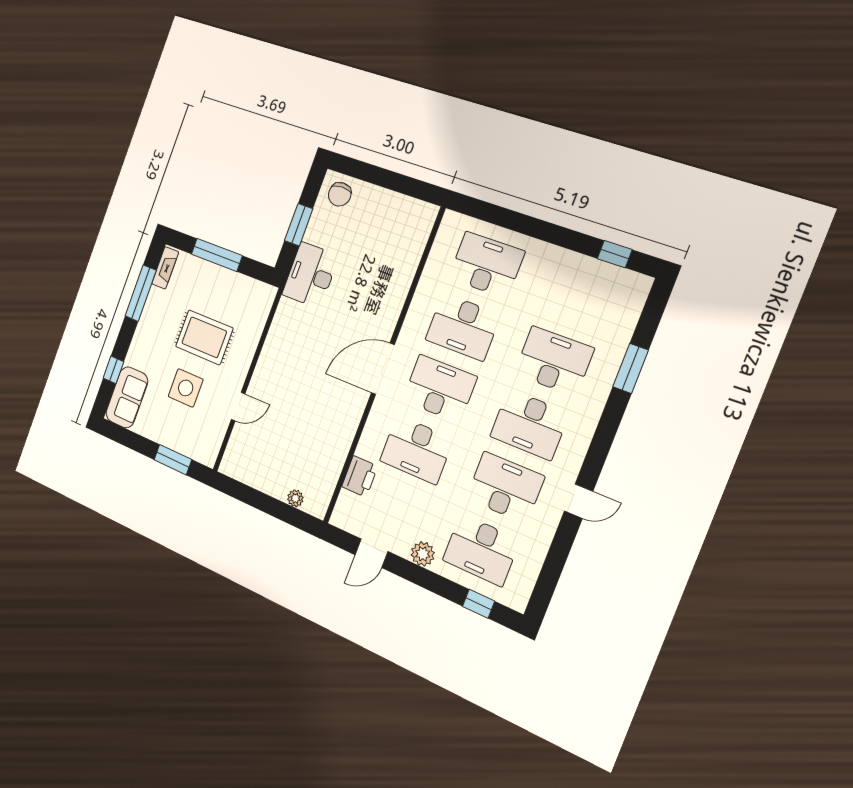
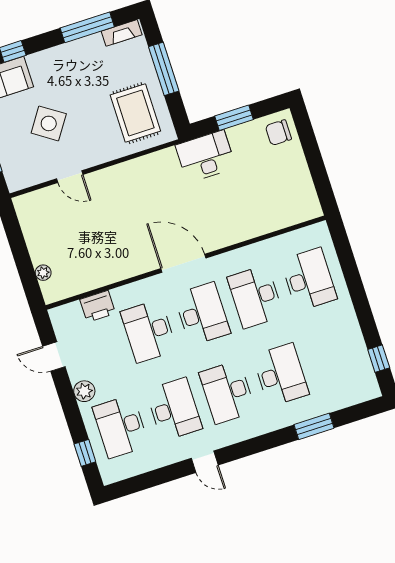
rug: (204, 337) -> (135, 113), moved
side table: (186, 388) -> (49, 123), turned 34

